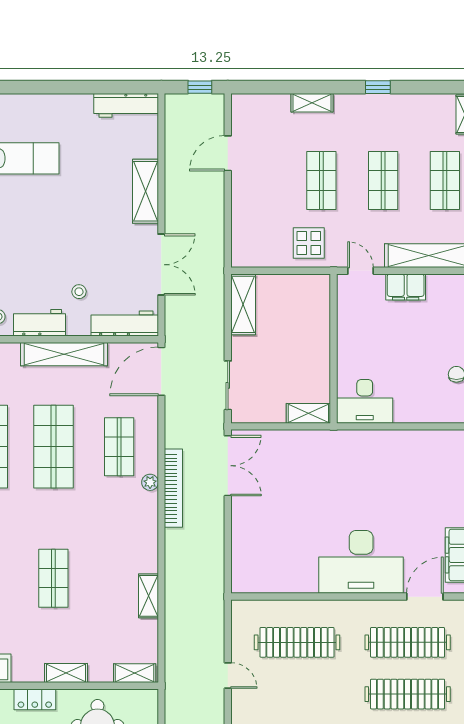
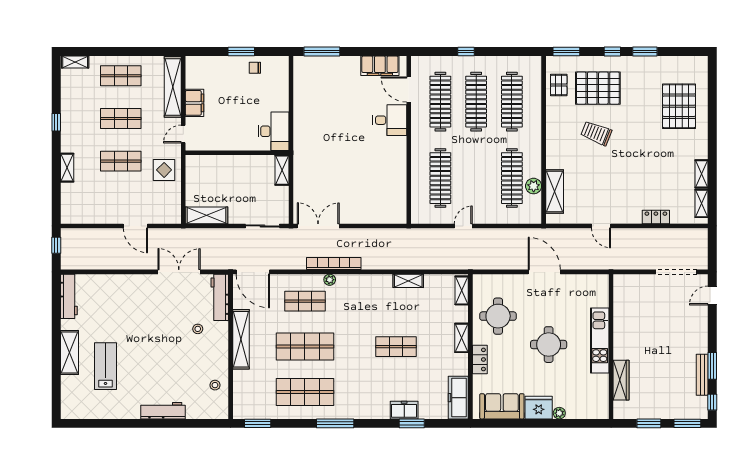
door: (228, 153) -> (135, 226), moved
shelving: (145, 191) -> (69, 352), moved, turned 90
workbench: (40, 323) -> (219, 356), removed
desk: (361, 562) -> (390, 120), width x0.53, depth x0.77

